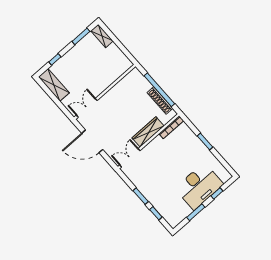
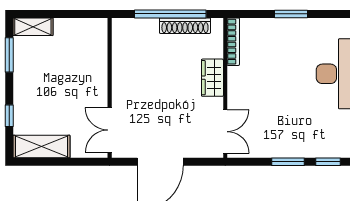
wardrobe: (148, 132) -> (212, 78), width x0.67
double door: (130, 158) -> (225, 132), swing flipped

